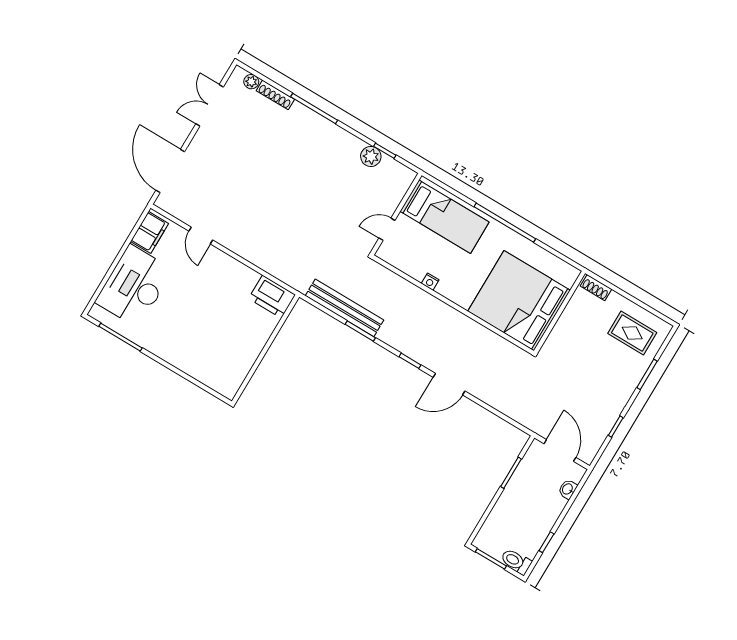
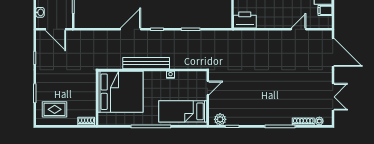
plant: (371, 156) -> (220, 119), moved
filing cabinet: (150, 232) -> (325, 10), width x0.50
door: (201, 236) -> (299, 29), hinge flipped
bench: (345, 308) -> (146, 63), moved

